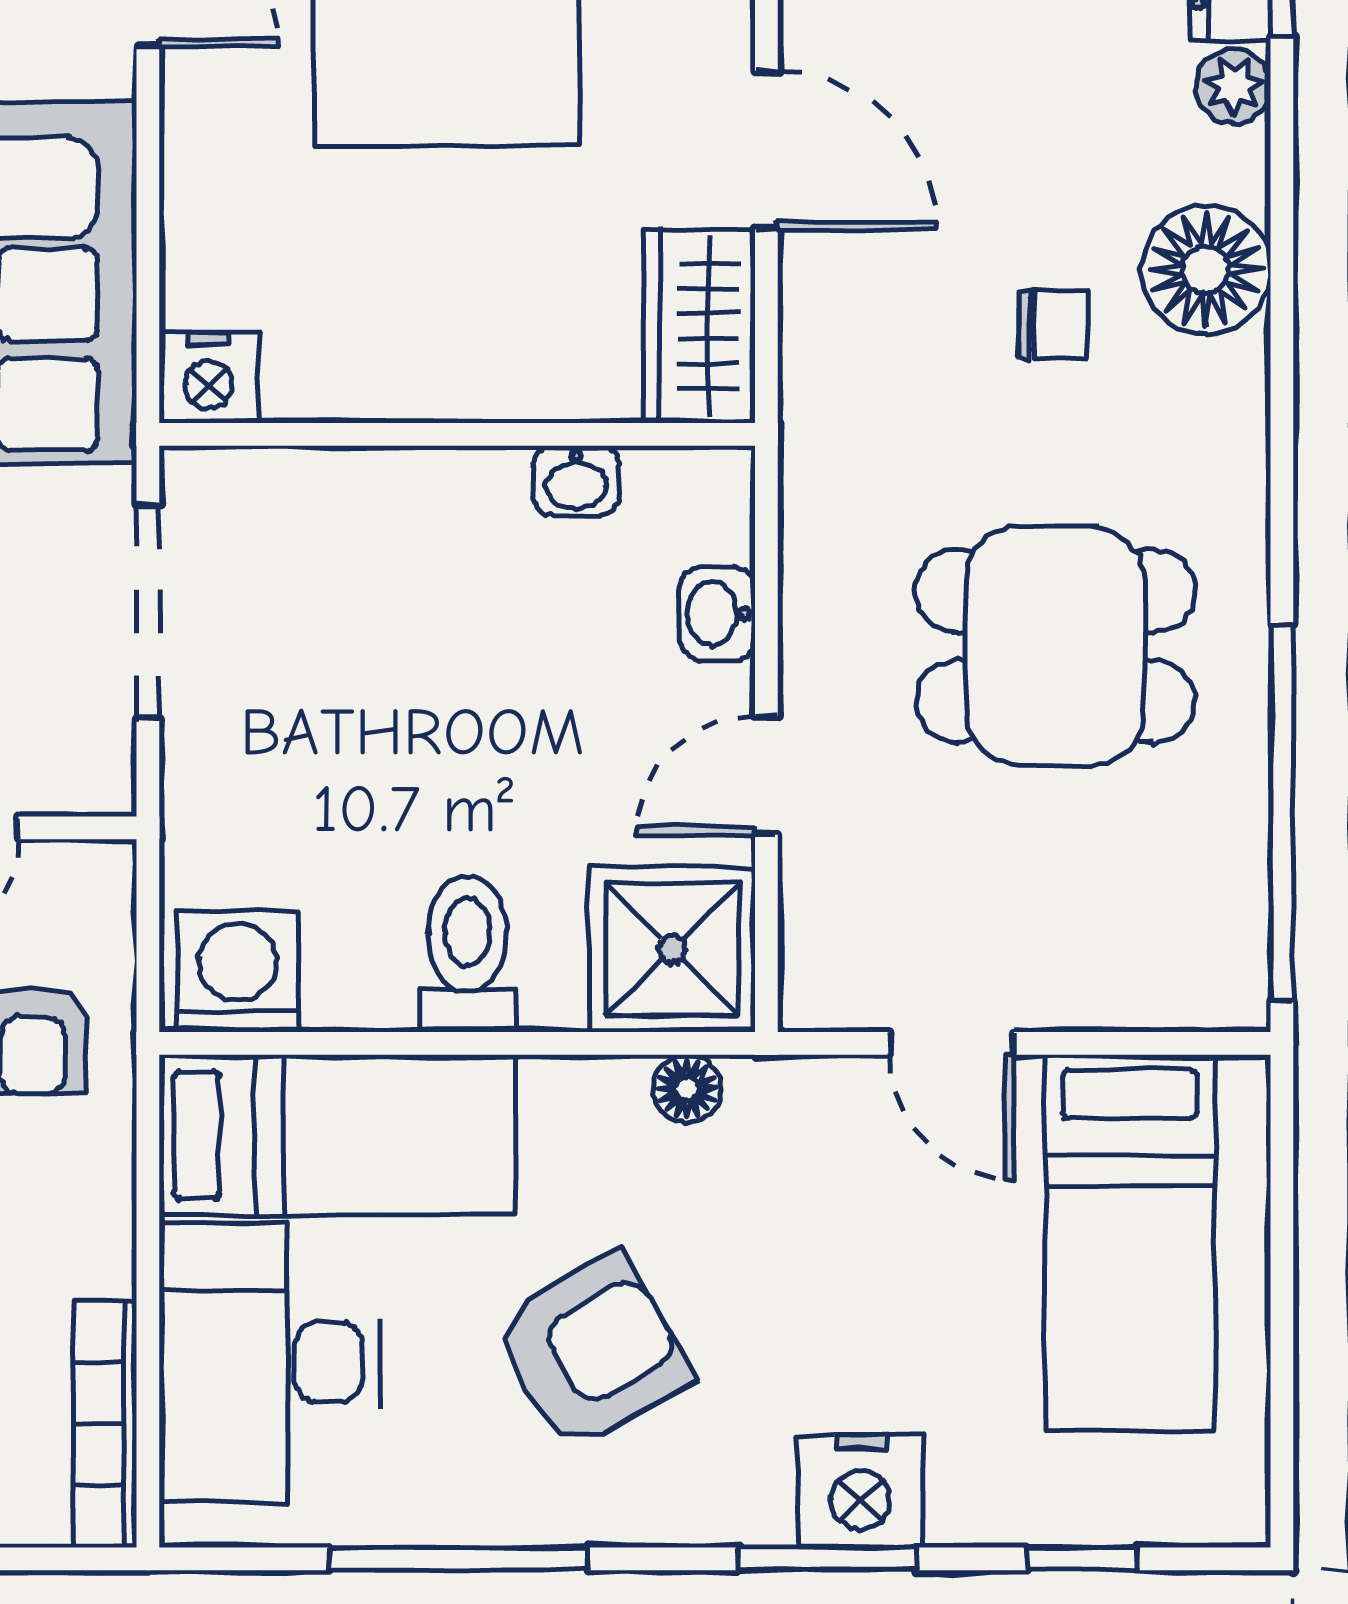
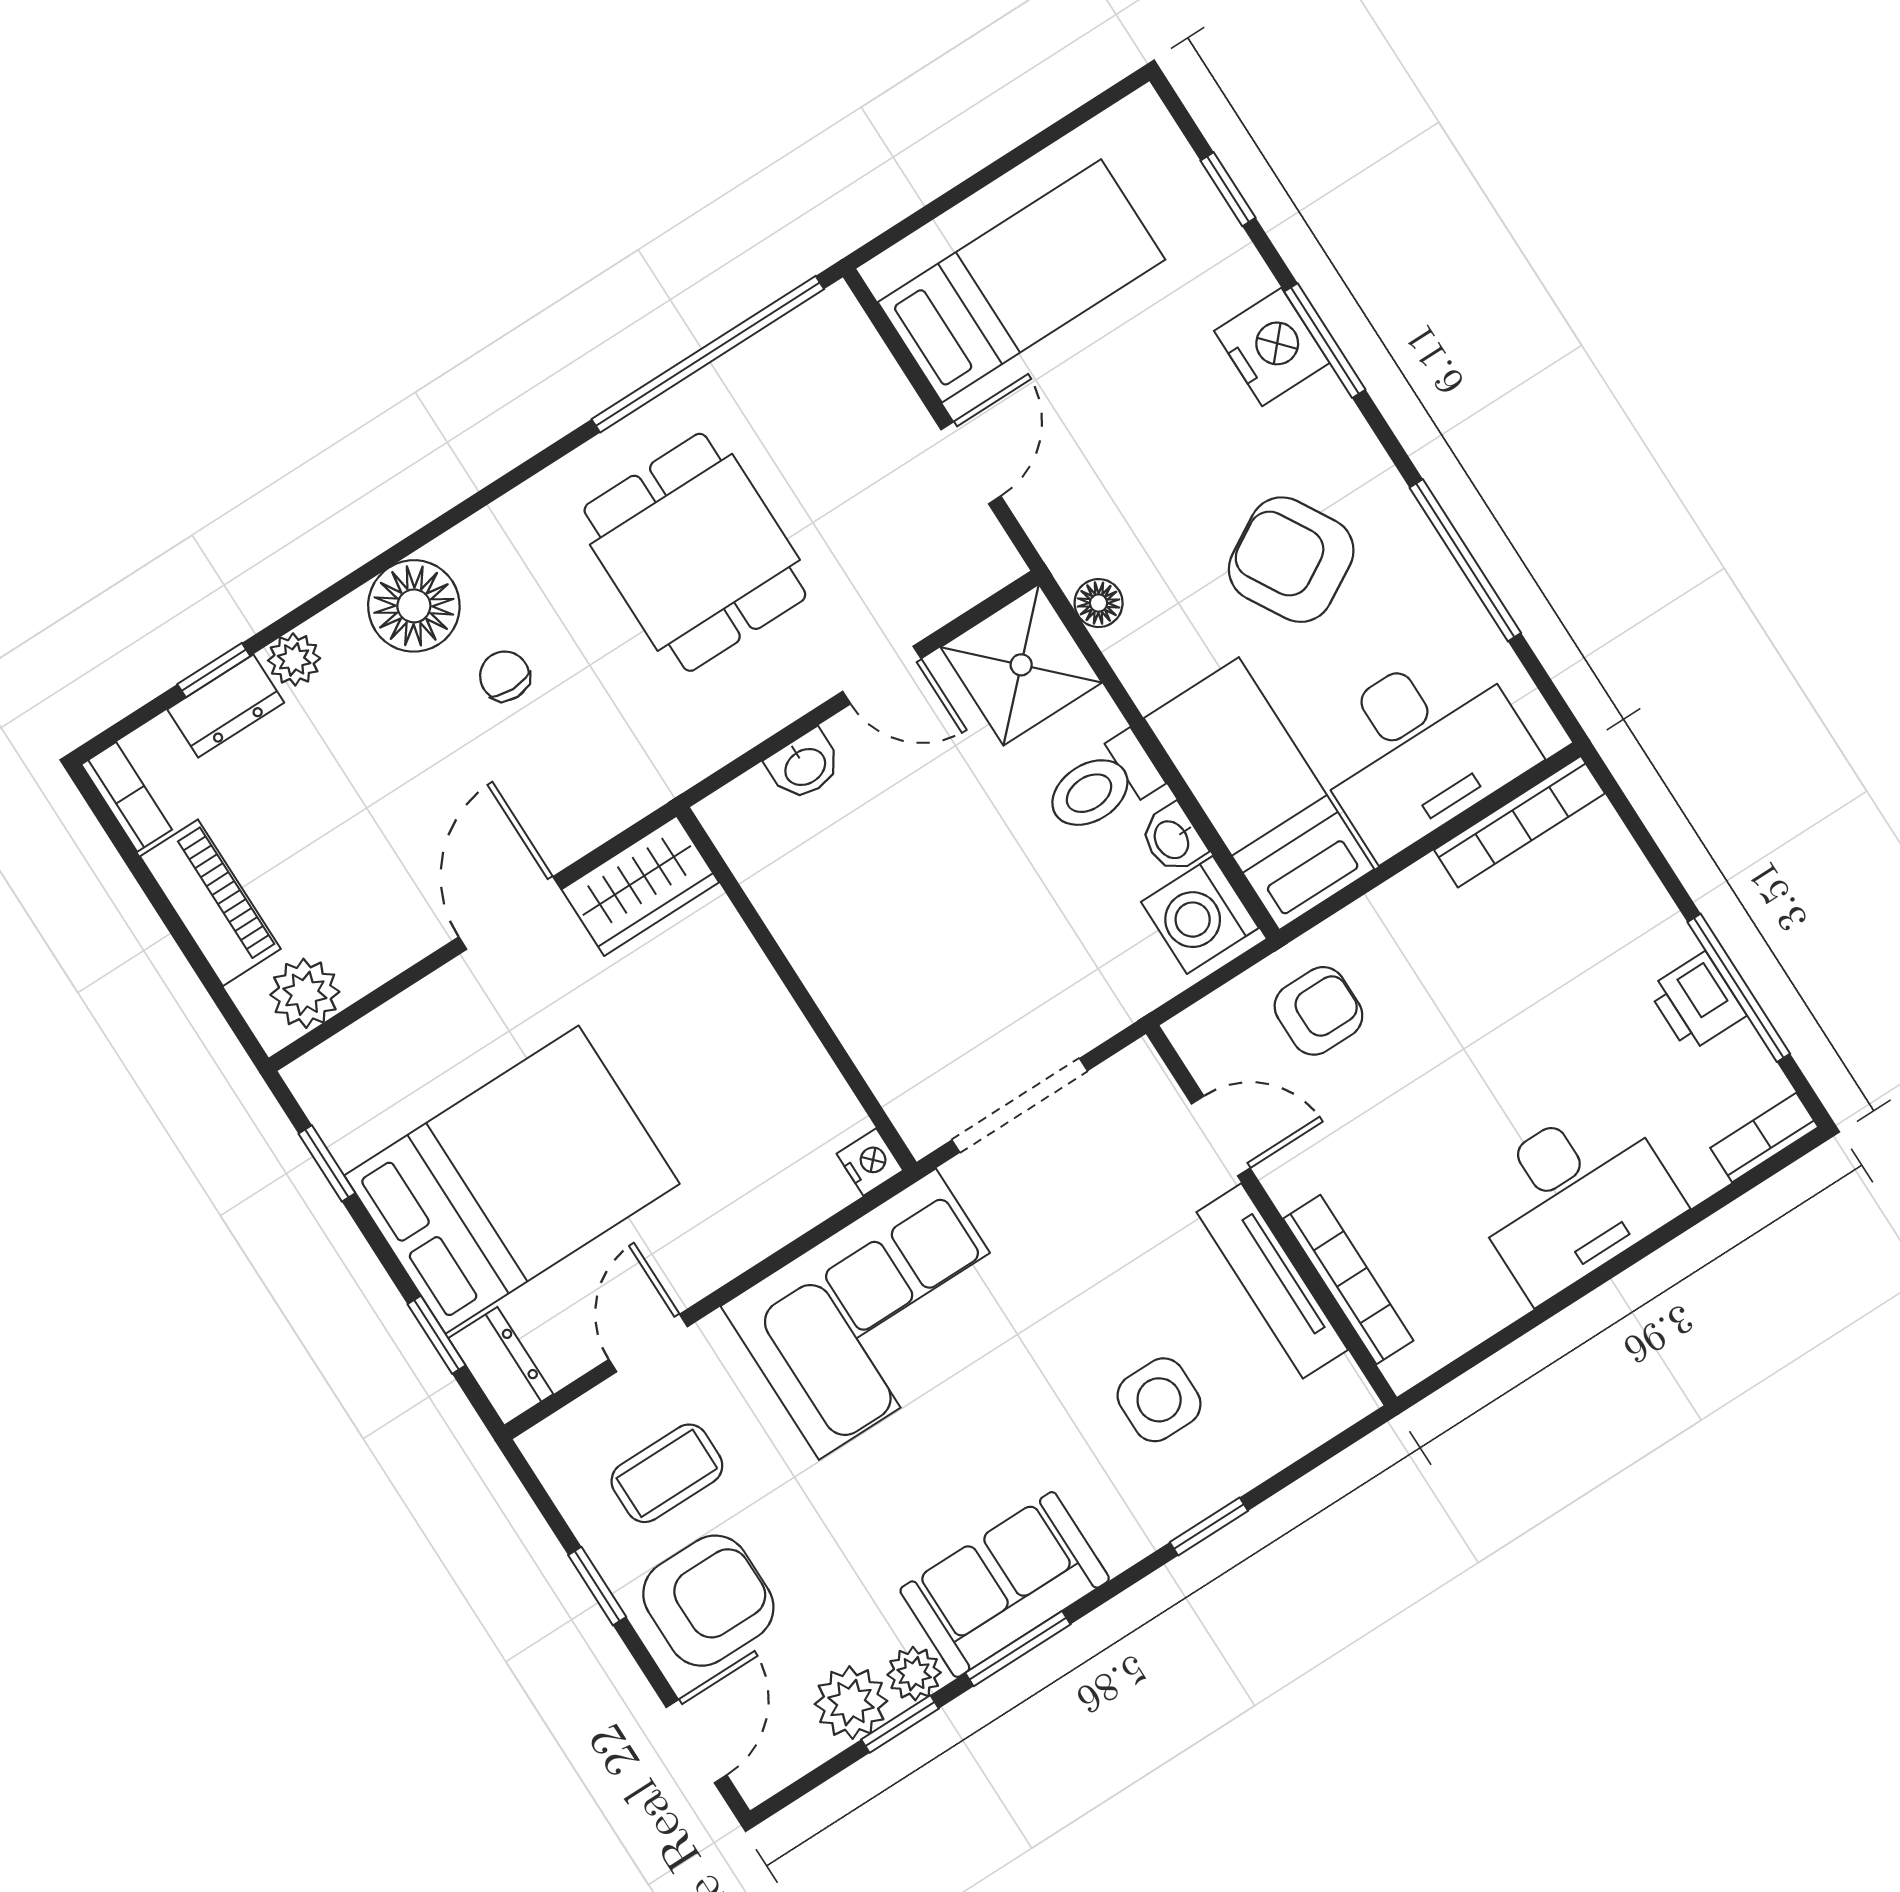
nightstand: (209, 378) -> (870, 1162), width x0.72, depth x0.74
washbasin: (576, 481) -> (1173, 839), moved, turned 180

